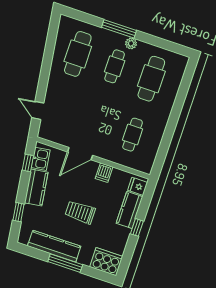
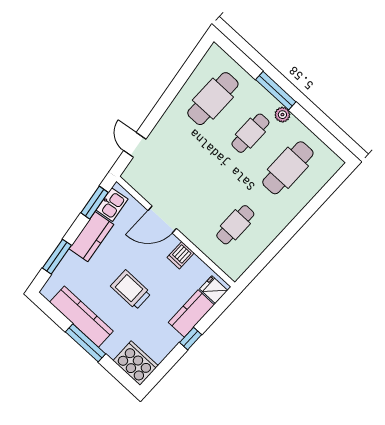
window: (28, 163) -> (94, 203), width x1.50
window: (19, 212) -> (57, 257), width x1.50

